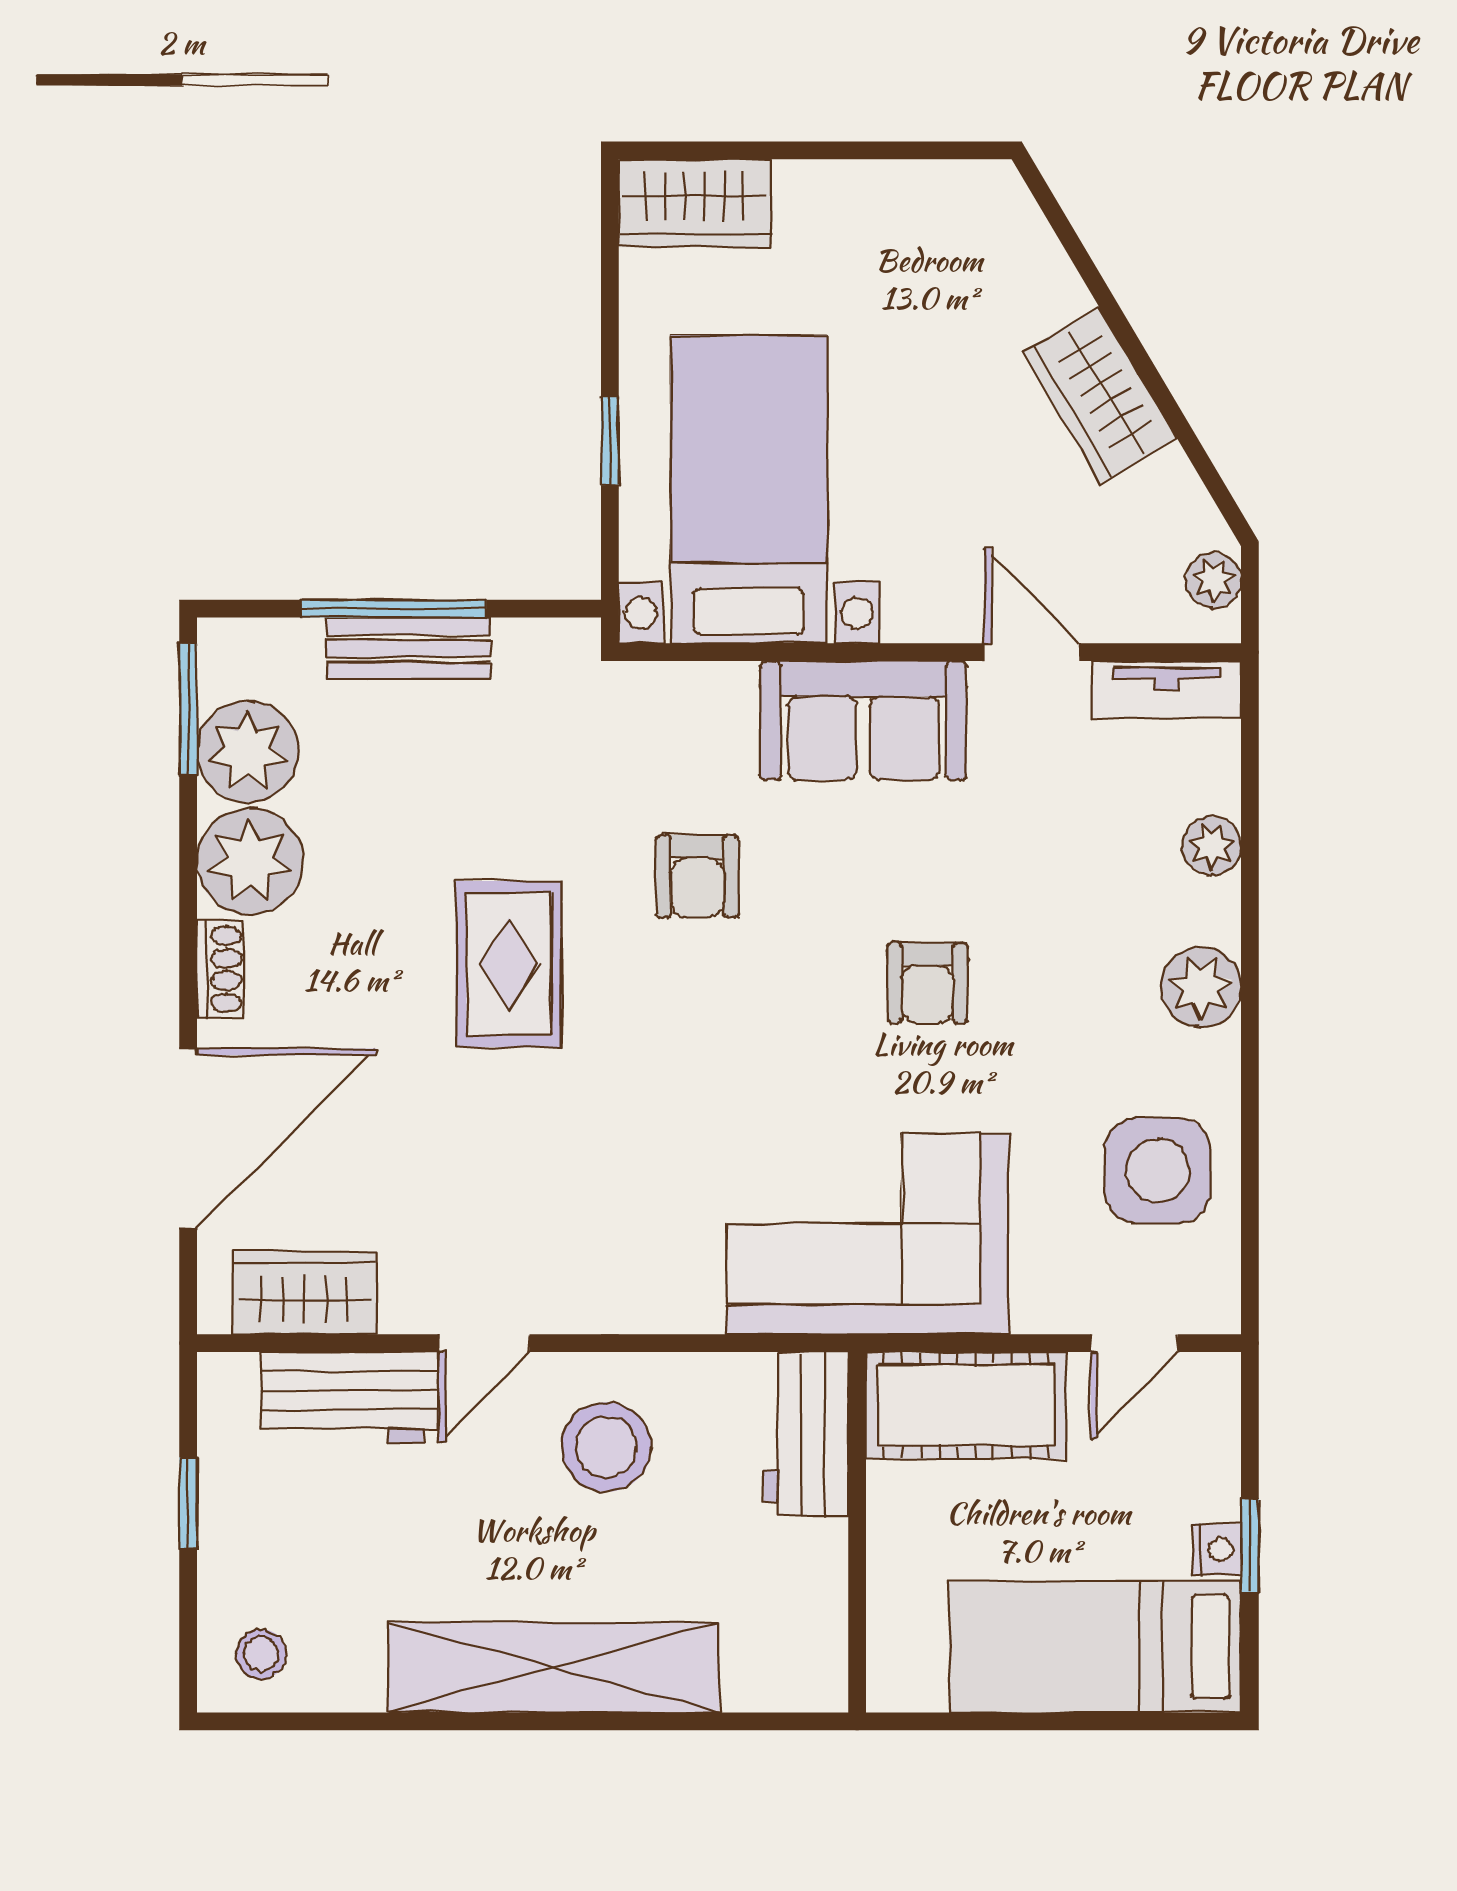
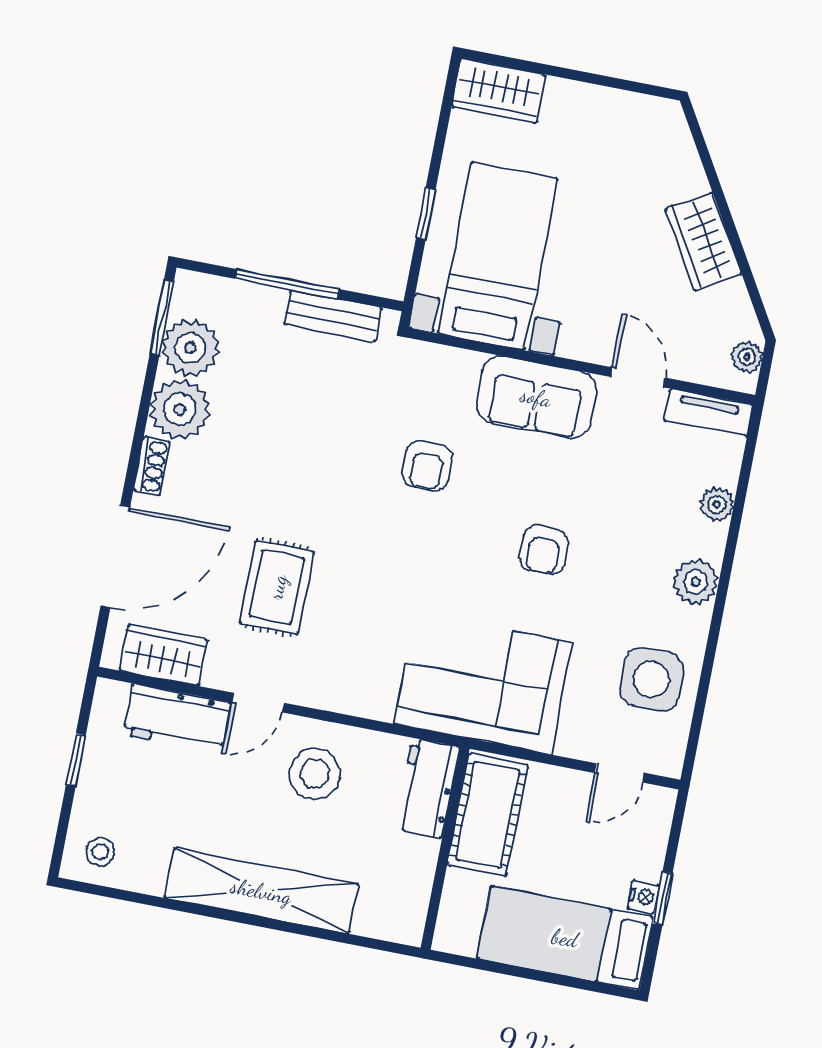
bench: (409, 649) -> (333, 316), moved
rug: (509, 964) -> (277, 587), moved
cot: (966, 1405) -> (488, 815), moved, turned 90

